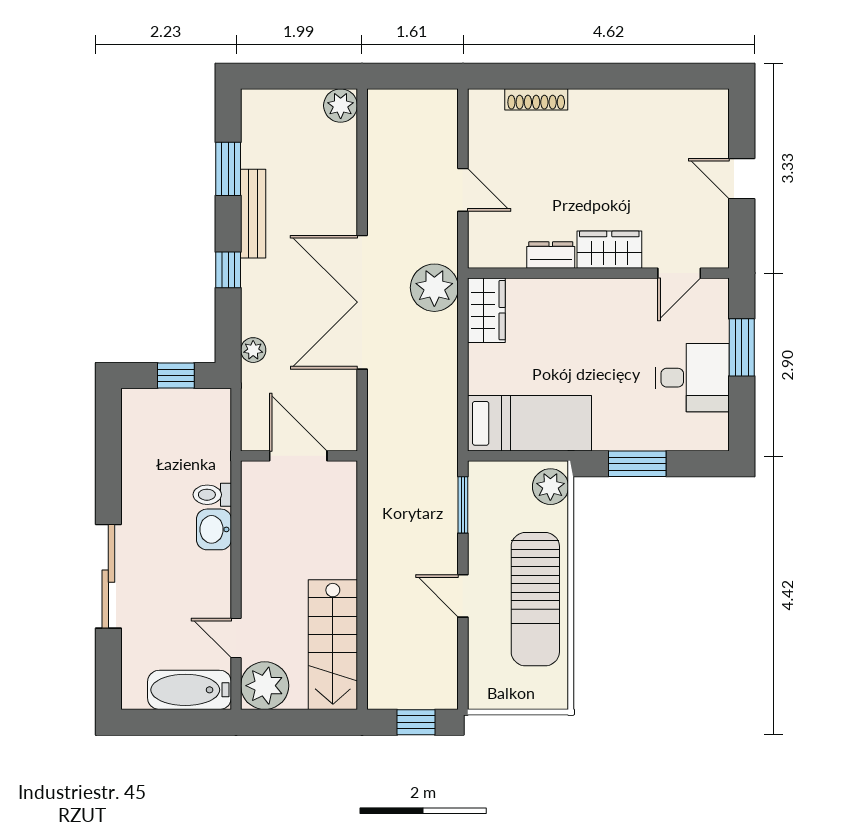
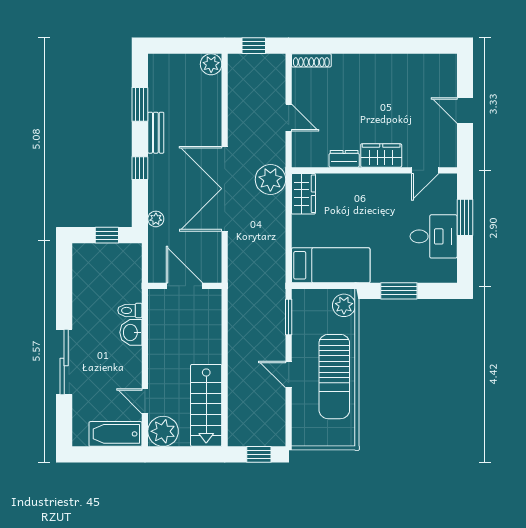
window: (408, 76) -> (254, 46), added
shoe rack: (536, 99) -> (311, 60), moved
bench: (253, 214) -> (156, 133), width x0.73

